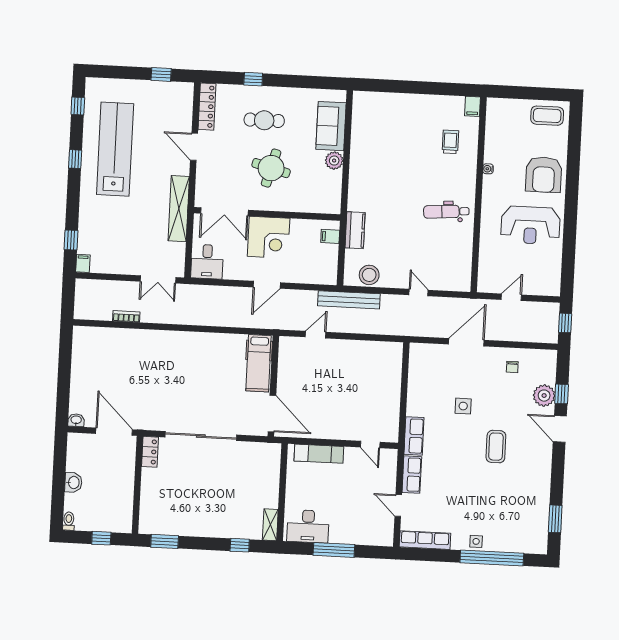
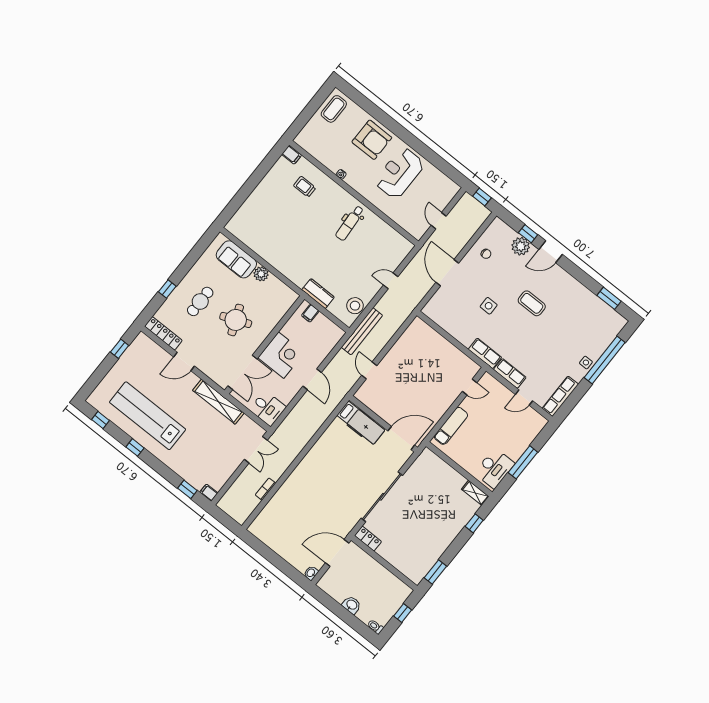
round table: (271, 168) -> (236, 320), turned -37
reception desk: (530, 225) -> (399, 173), turned 180

